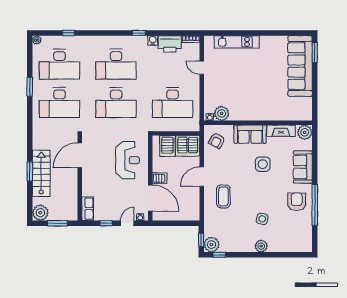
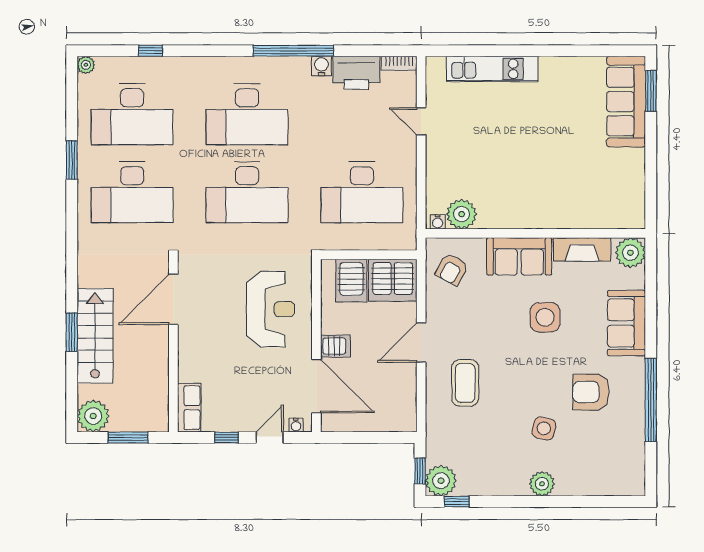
window: (139, 33) -> (293, 51), width x3.17
sofa: (300, 66) -> (626, 102), width x0.74, depth x0.79
armchair: (297, 202) -> (591, 392), moved, turned -90

